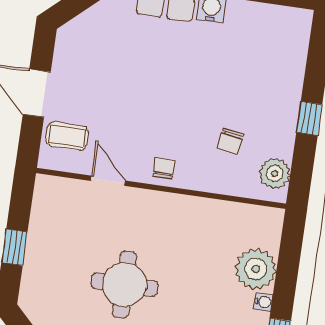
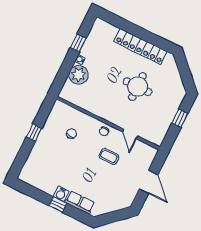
coffee table: (67, 136) -> (109, 156), moved
plant: (275, 173) -> (57, 113), removed

